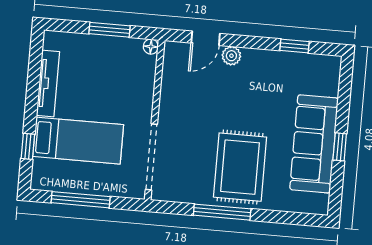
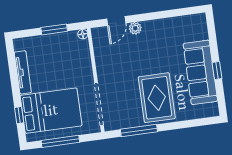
window: (294, 46) -> (174, 13), removed
bed: (78, 141) -> (51, 111), width x1.50
window: (222, 212) -> (139, 131), moved

